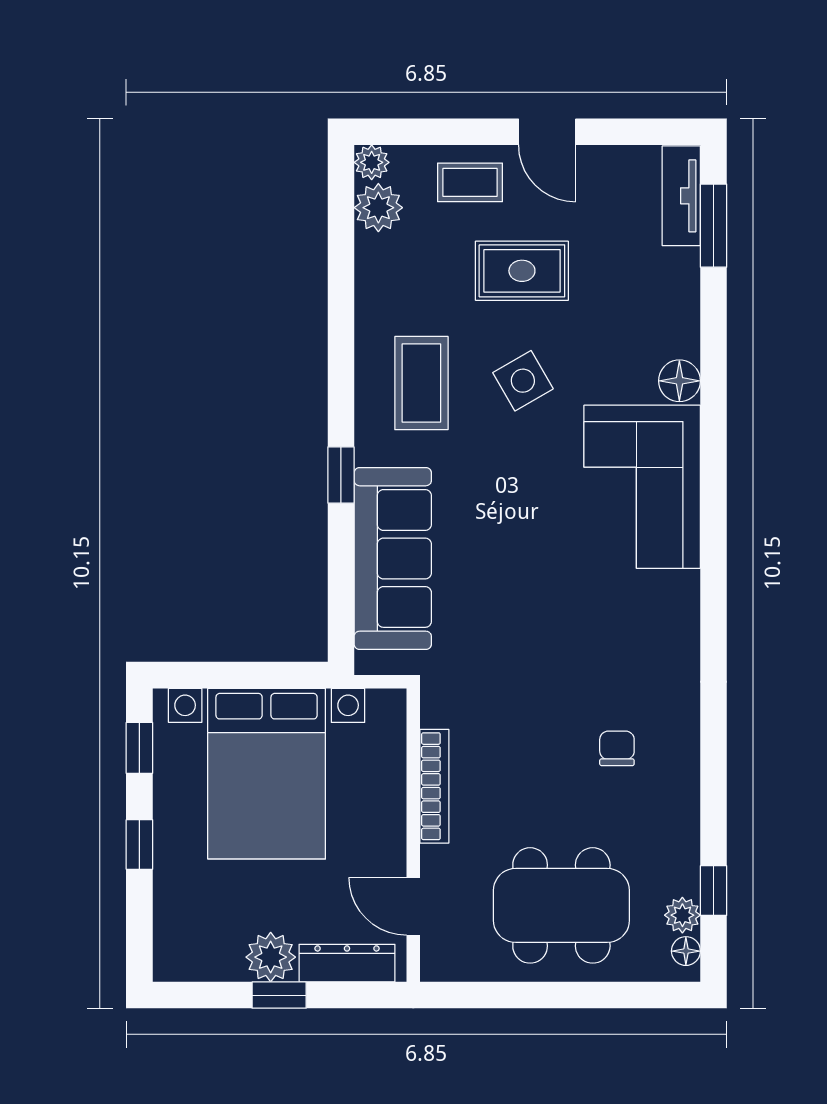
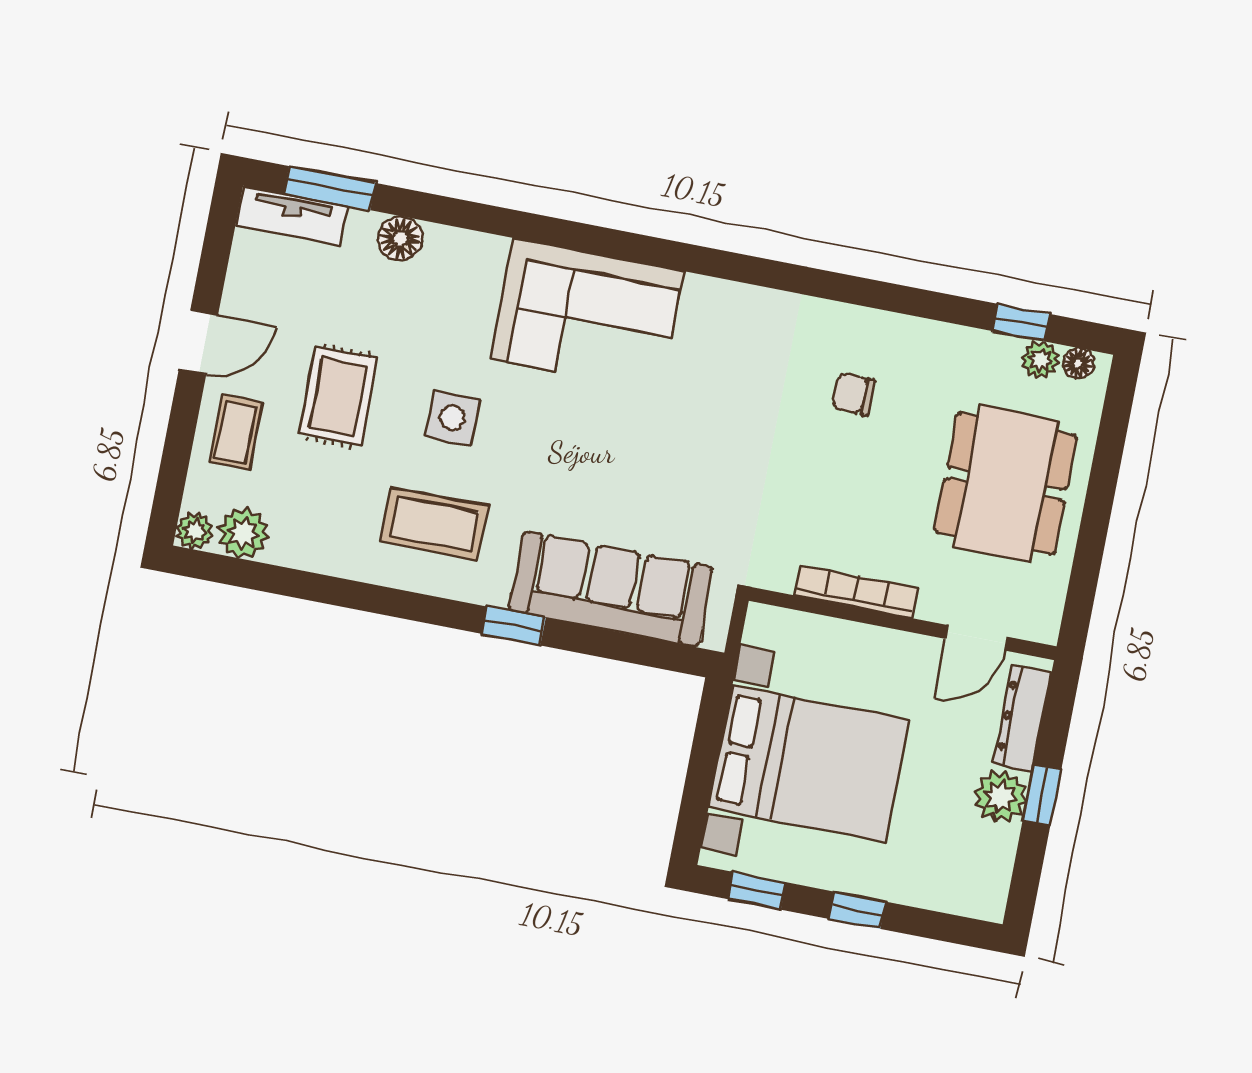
side table: (523, 381) -> (452, 418), turned 30
floor lamp: (679, 381) -> (400, 239), moved

